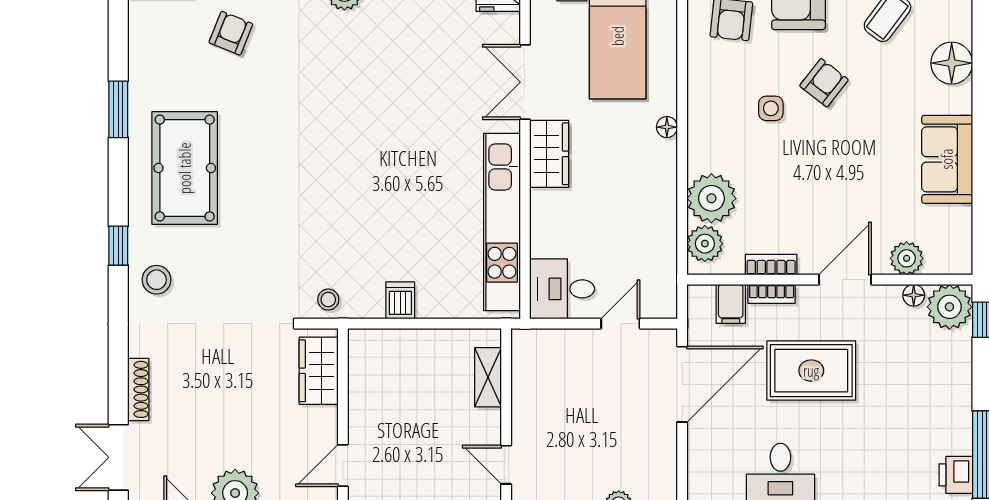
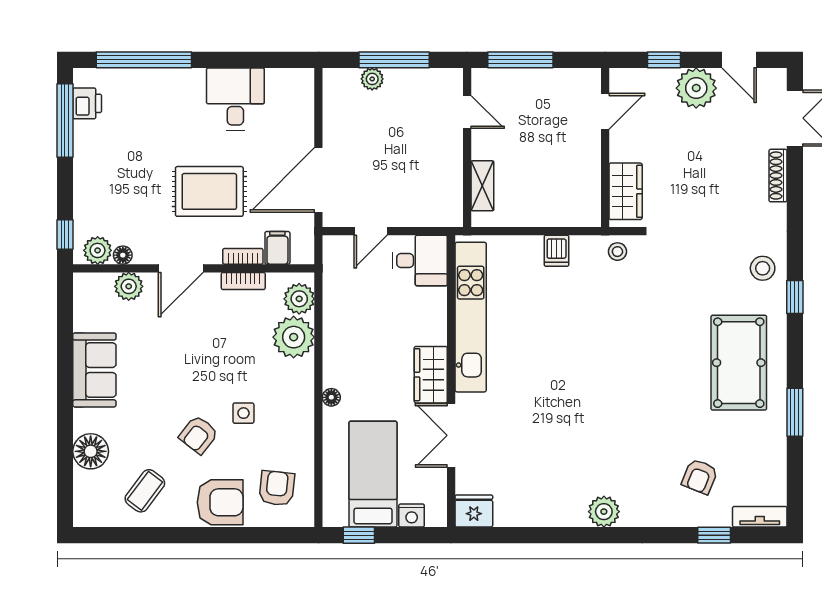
double door: (525, 82) -> (451, 435), swing flipped
plant: (949, 307) -> (98, 250), width x0.73, depth x0.73

